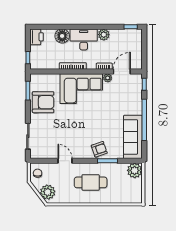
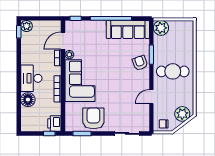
plant: (104, 35) -> (27, 26), moved
printer: (37, 37) -> (54, 123), moved, turned -90
door: (122, 71) -> (63, 41), hinge flipped
cafe table: (91, 182) -> (173, 71), turned 90

